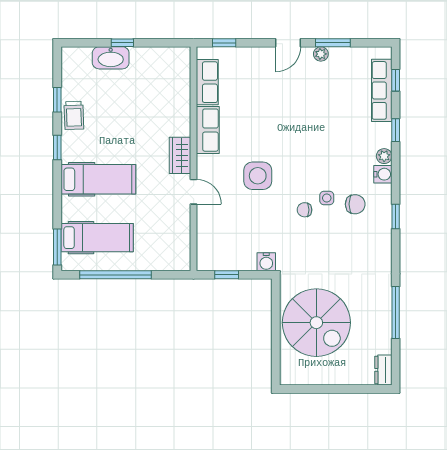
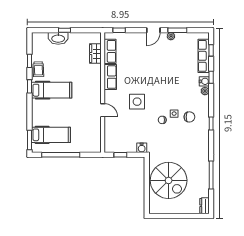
wardrobe: (180, 155) -> (95, 54), moved
water cooler: (383, 174) -> (204, 81), moved
hospital bed: (98, 179) -> (52, 90), moved

